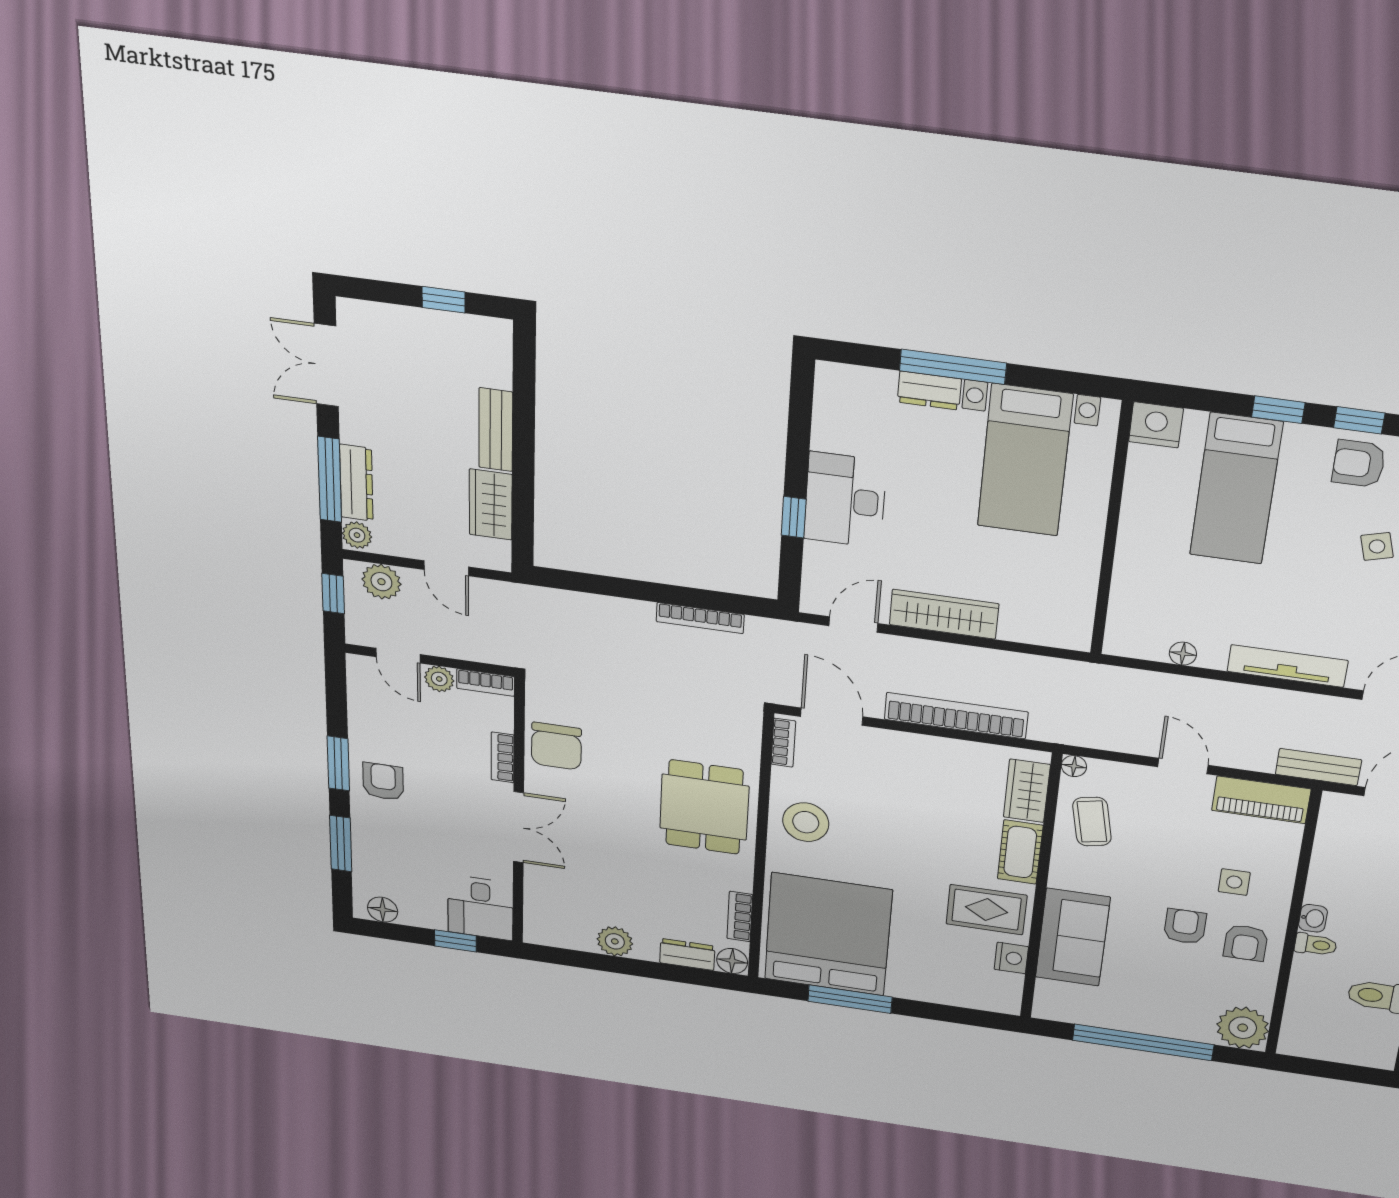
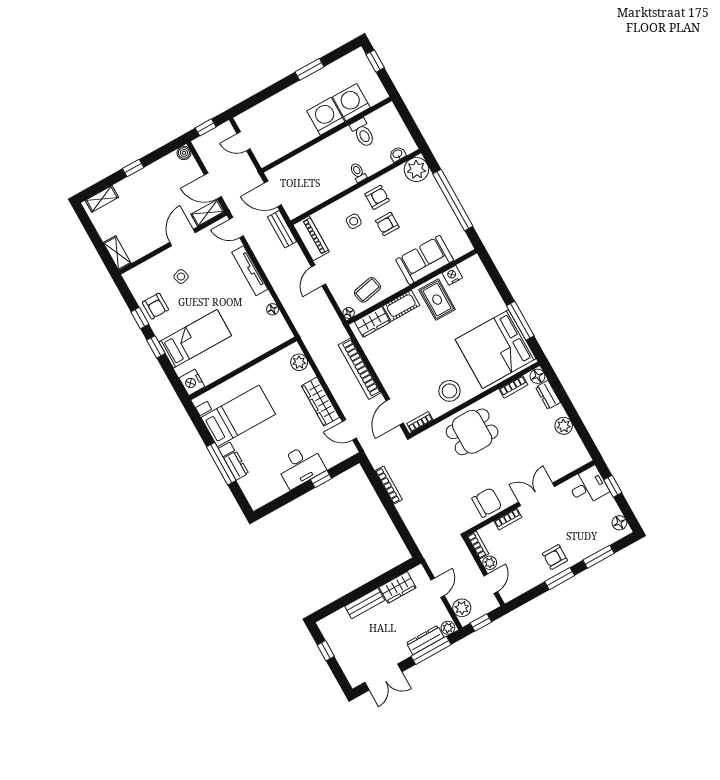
plant: (1047, 630) -> (299, 362), added
washbasin: (1313, 918) -> (398, 154), moved

